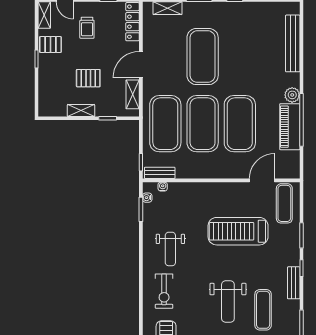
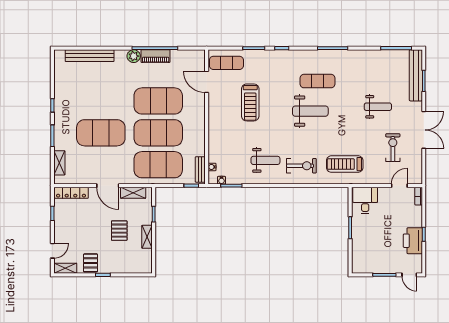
trolley: (87, 28) -> (76, 232), removed
piano: (290, 127) -> (156, 56), width x0.73, depth x0.75
treadmill: (238, 231) -> (250, 102), width x0.73, depth x0.73
bench: (294, 283) -> (294, 55), removed

